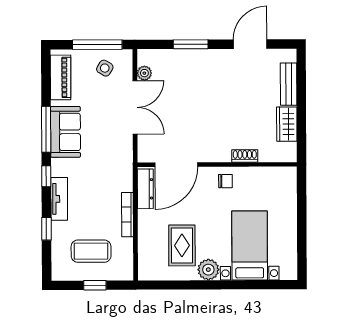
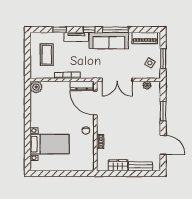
window: (97, 45) -> (163, 59), width x0.69
double door: (135, 107) -> (117, 80), moved
sofa: (66, 132) -> (109, 41), width x1.36
rug: (182, 245) -> (50, 106), removed
plant: (208, 270) -> (36, 87), moved
window: (95, 285) -> (27, 57), removed

